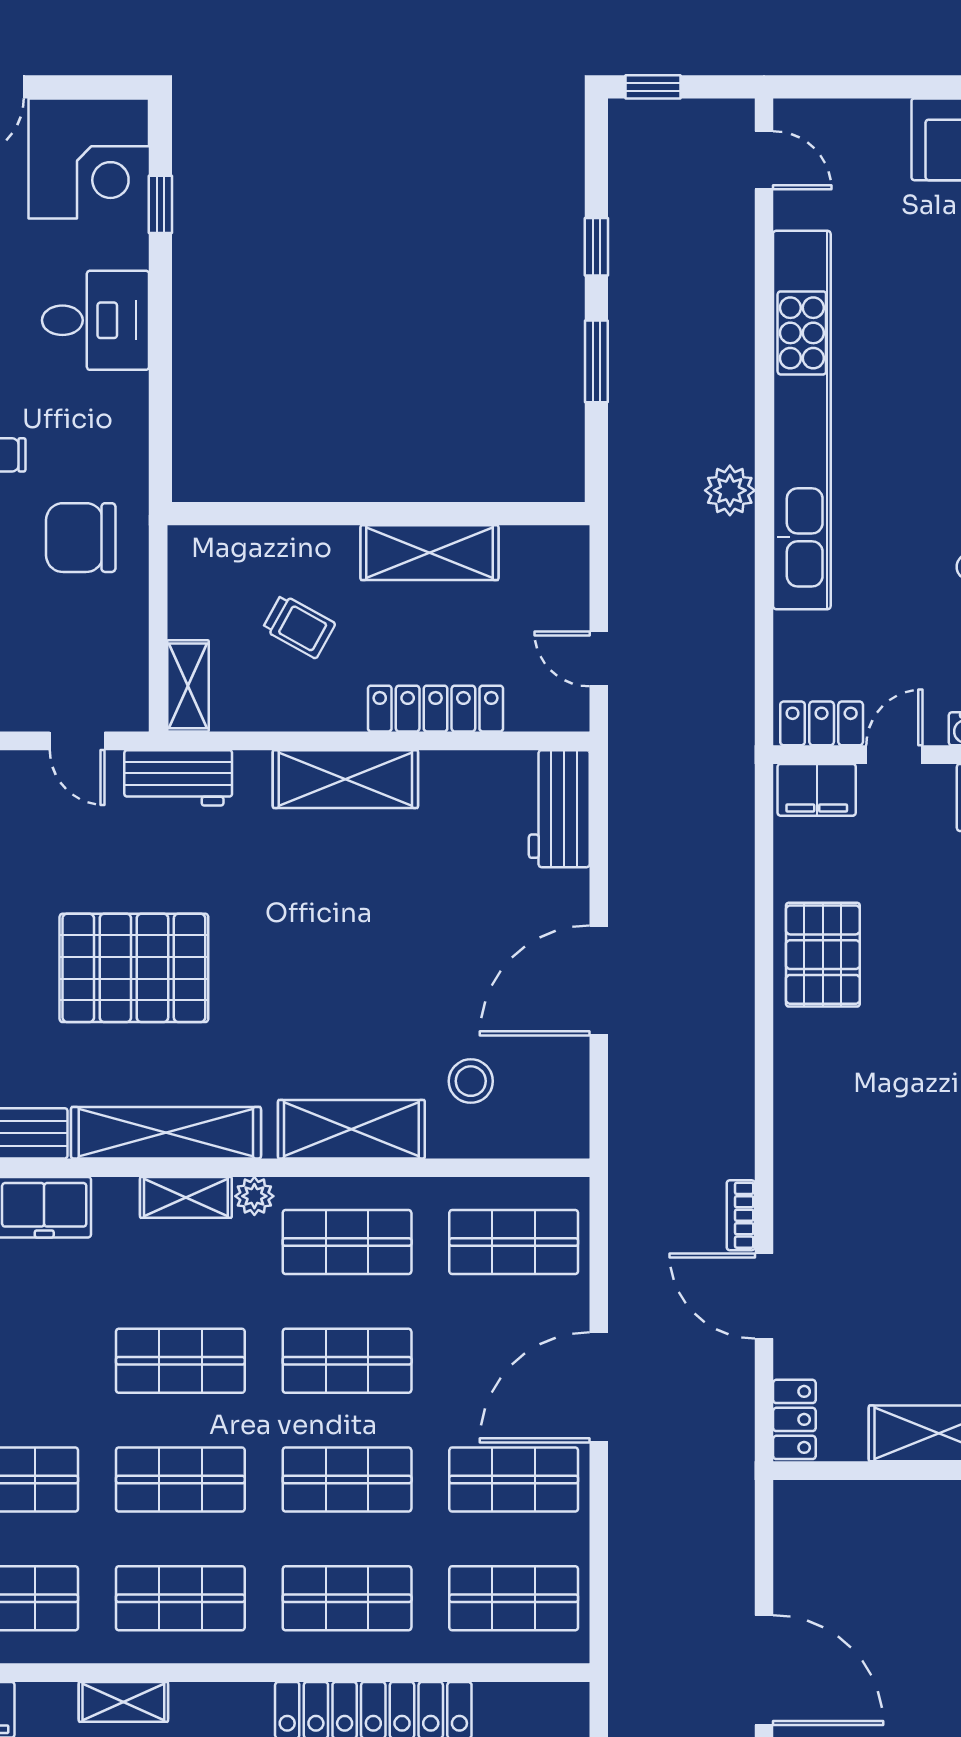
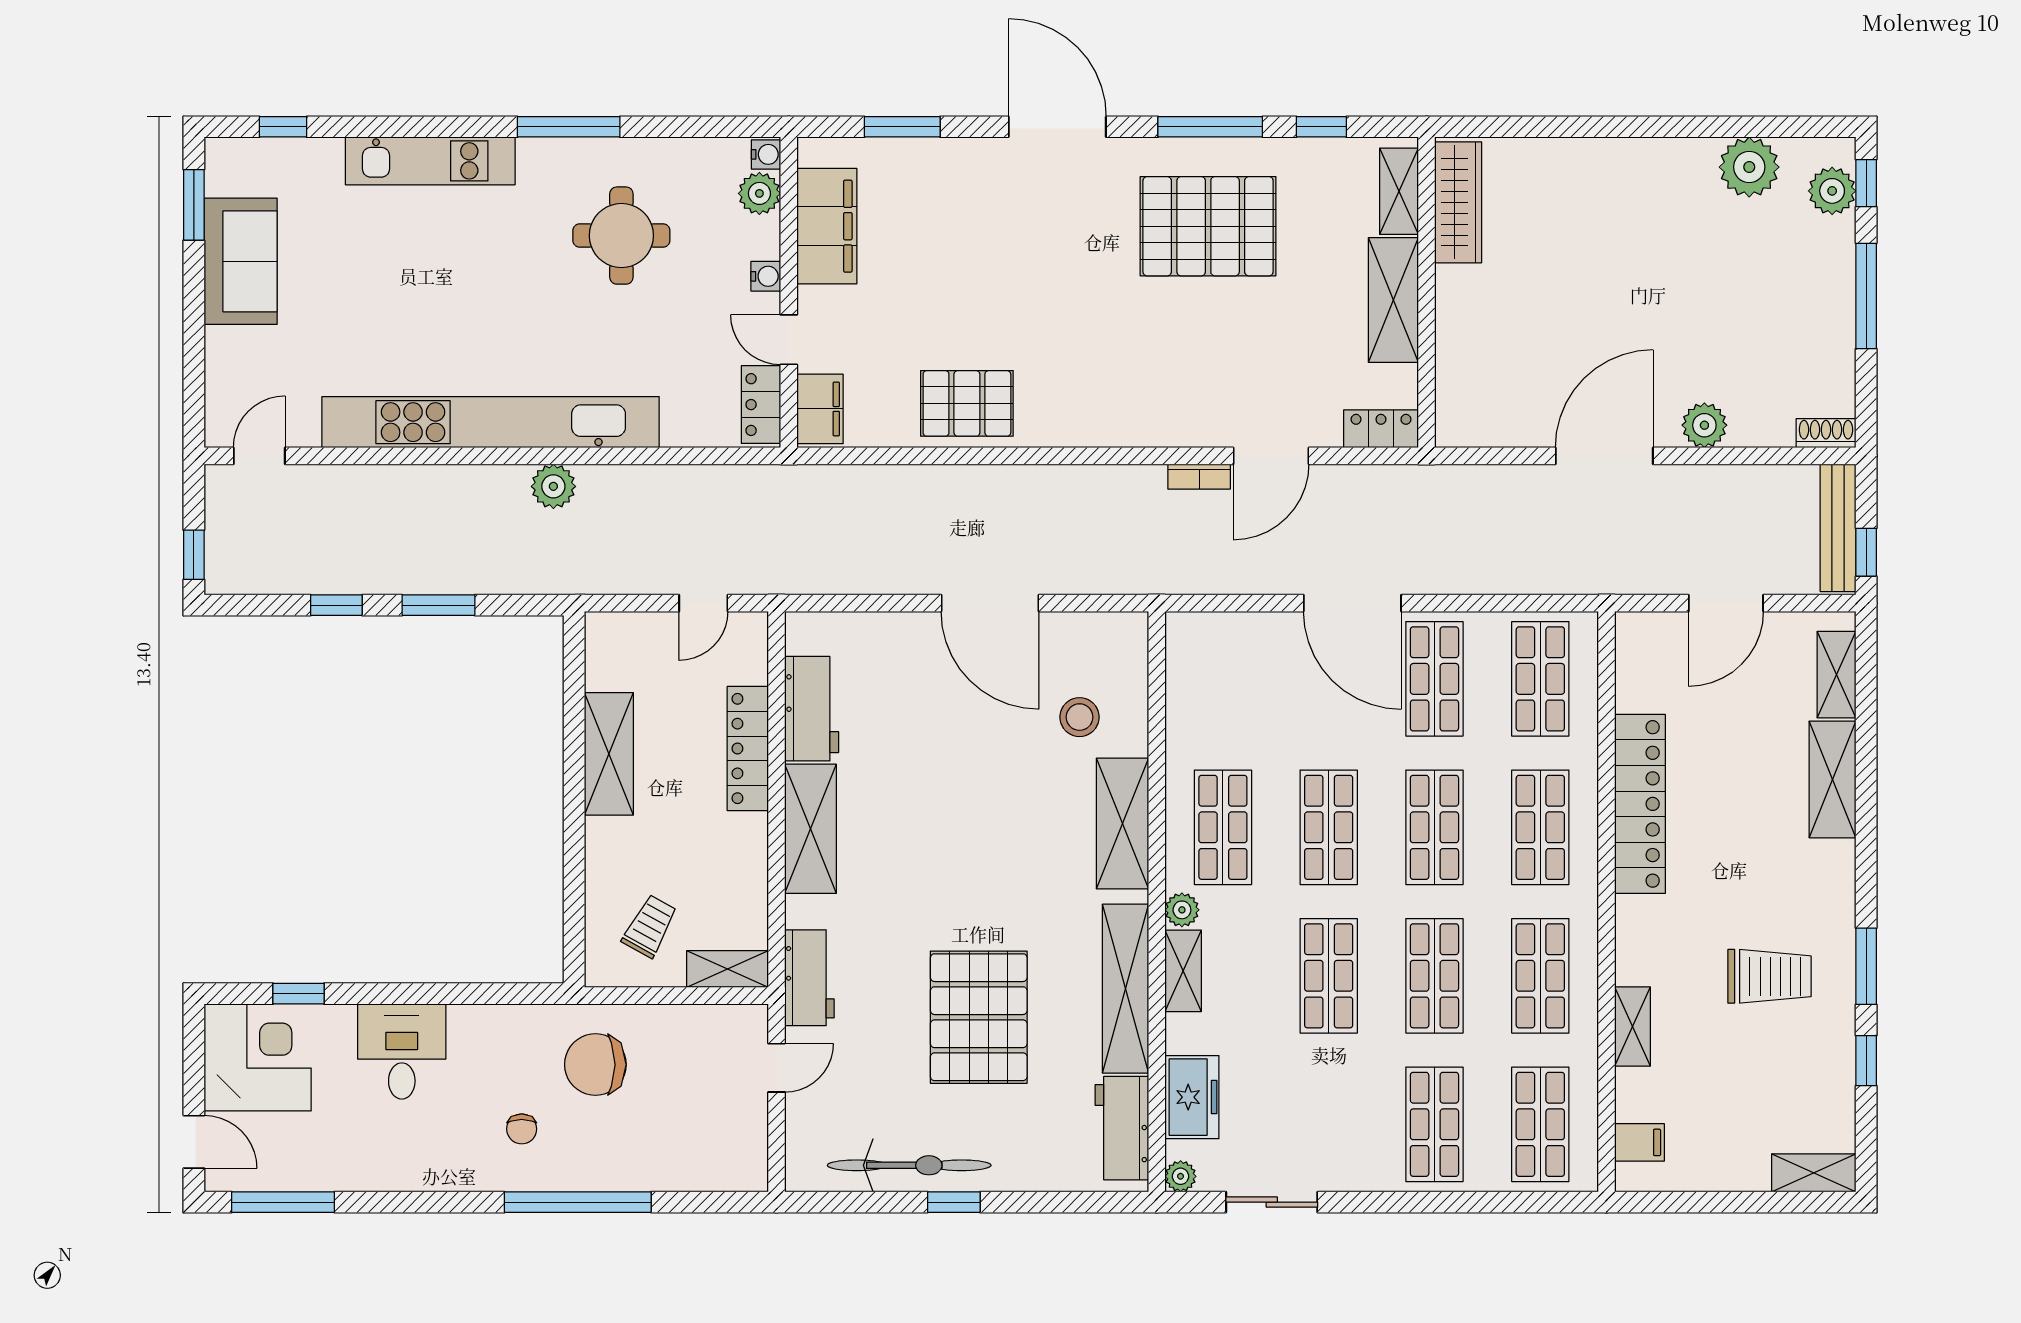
chair: (81, 538) -> (595, 1065), turned 90
trolley: (299, 626) -> (650, 926), moved
workbench: (559, 809) -> (812, 709), moved, turned -90
shop shelf: (514, 1242) -> (1223, 679), removed

